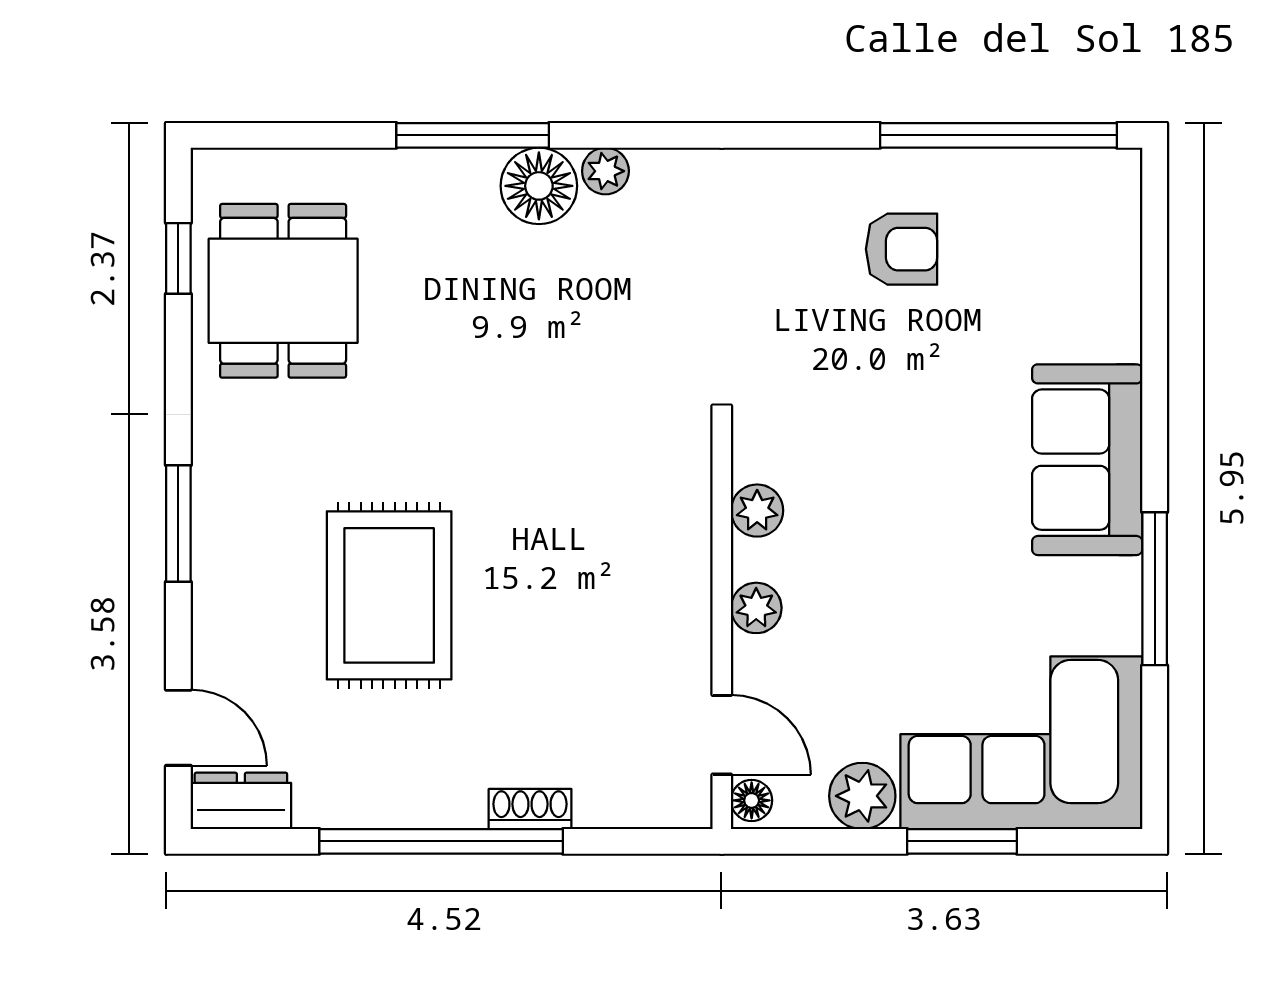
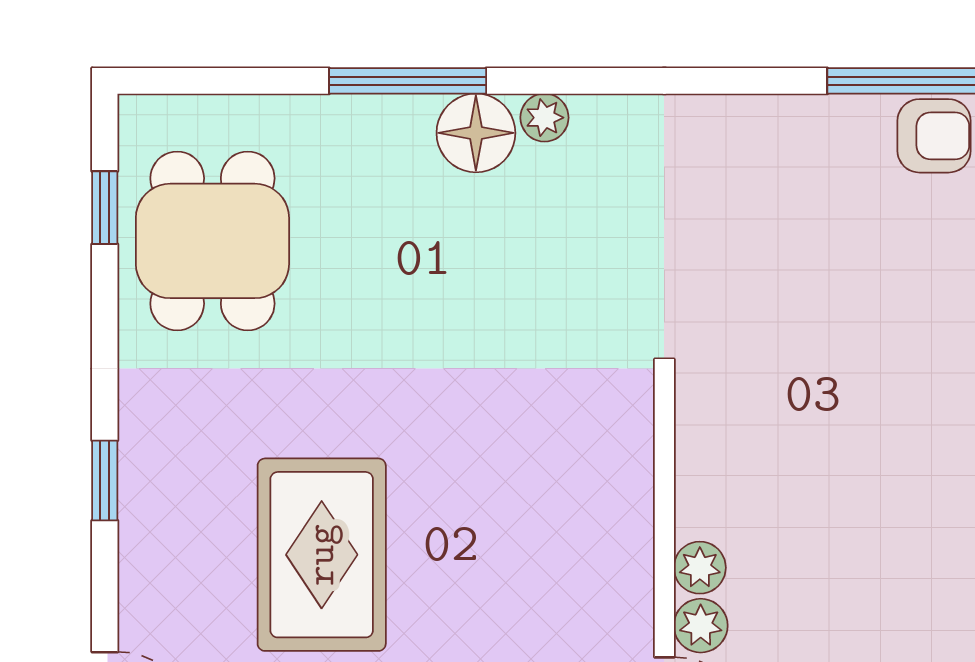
armchair: (902, 249) -> (934, 136), moved
plant: (757, 511) -> (701, 626), moved
window: (178, 523) -> (105, 481), width x0.67

